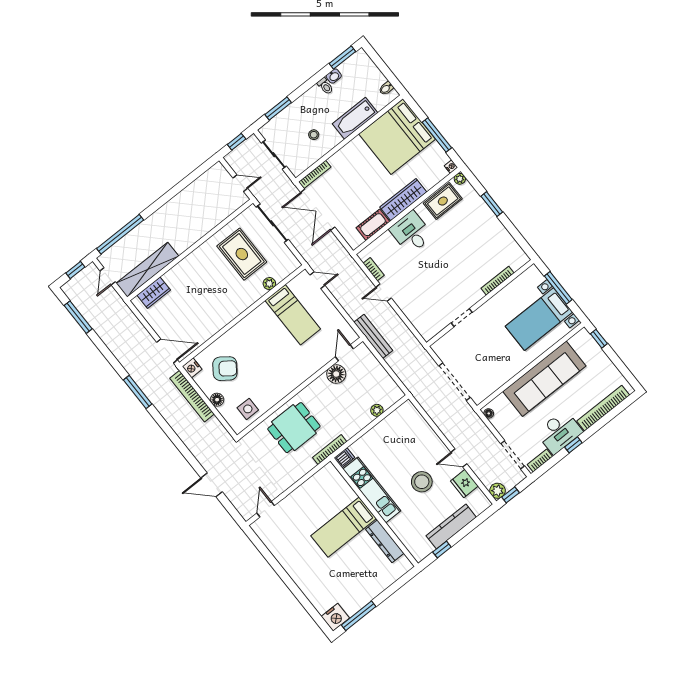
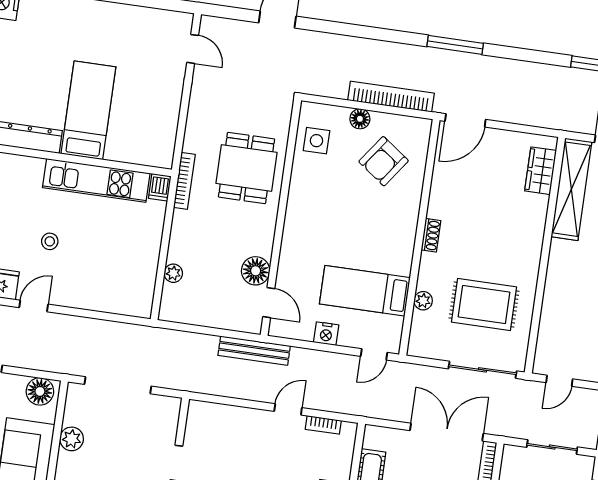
shoe rack: (236, 311) -> (431, 235), added
nightstand: (192, 368) -> (326, 334), moved, turned 180
plant: (501, 377) -> (72, 439), added
floor lamp: (489, 413) -> (40, 391), width x1.89, depth x1.89
stool: (422, 482) -> (50, 241), width x0.53, depth x0.53

